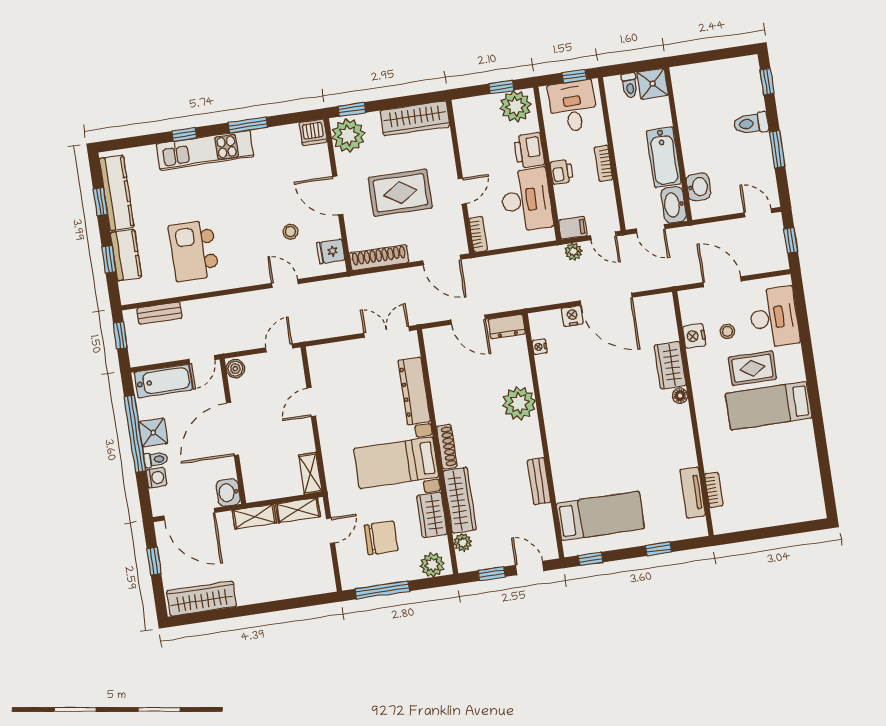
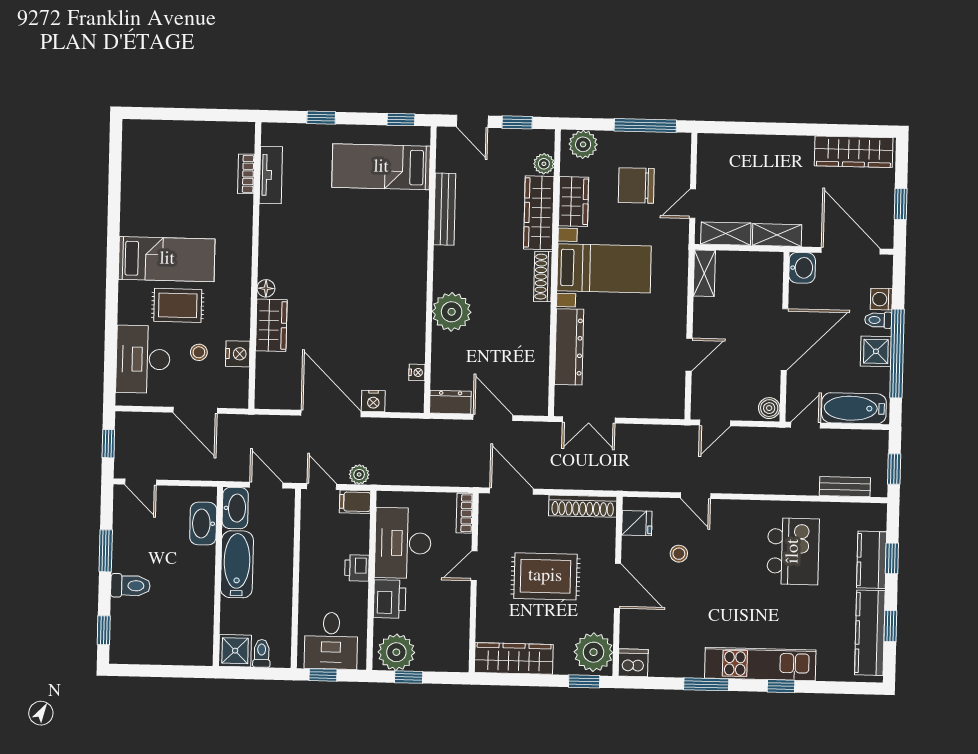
bookcase: (603, 163) -> (307, 569), removed
washbasin: (698, 187) -> (203, 524), width x1.38
bench: (539, 481) -> (445, 209), width x1.36

